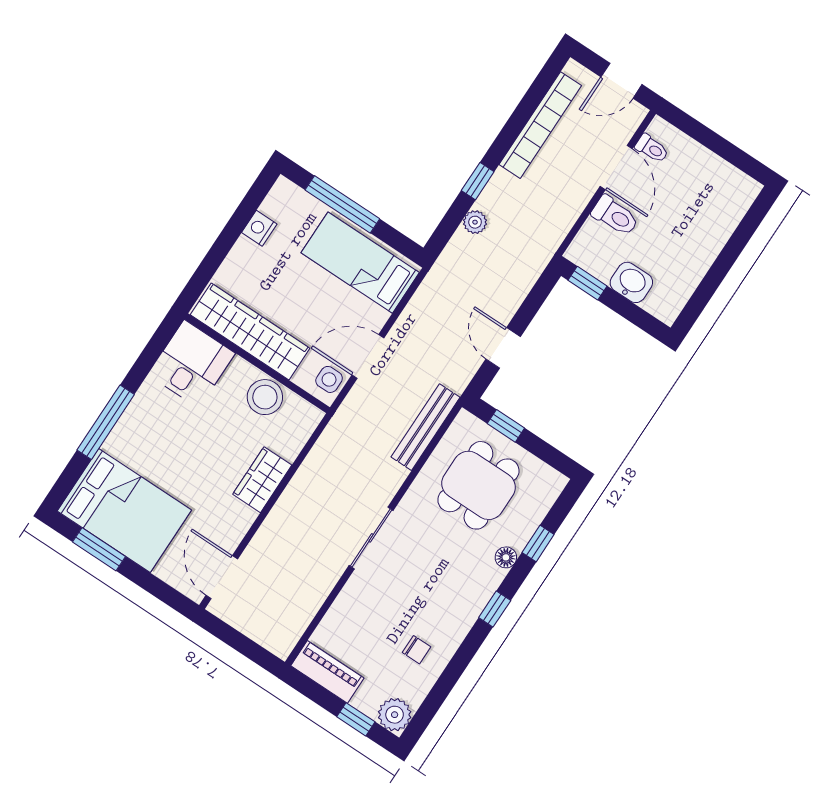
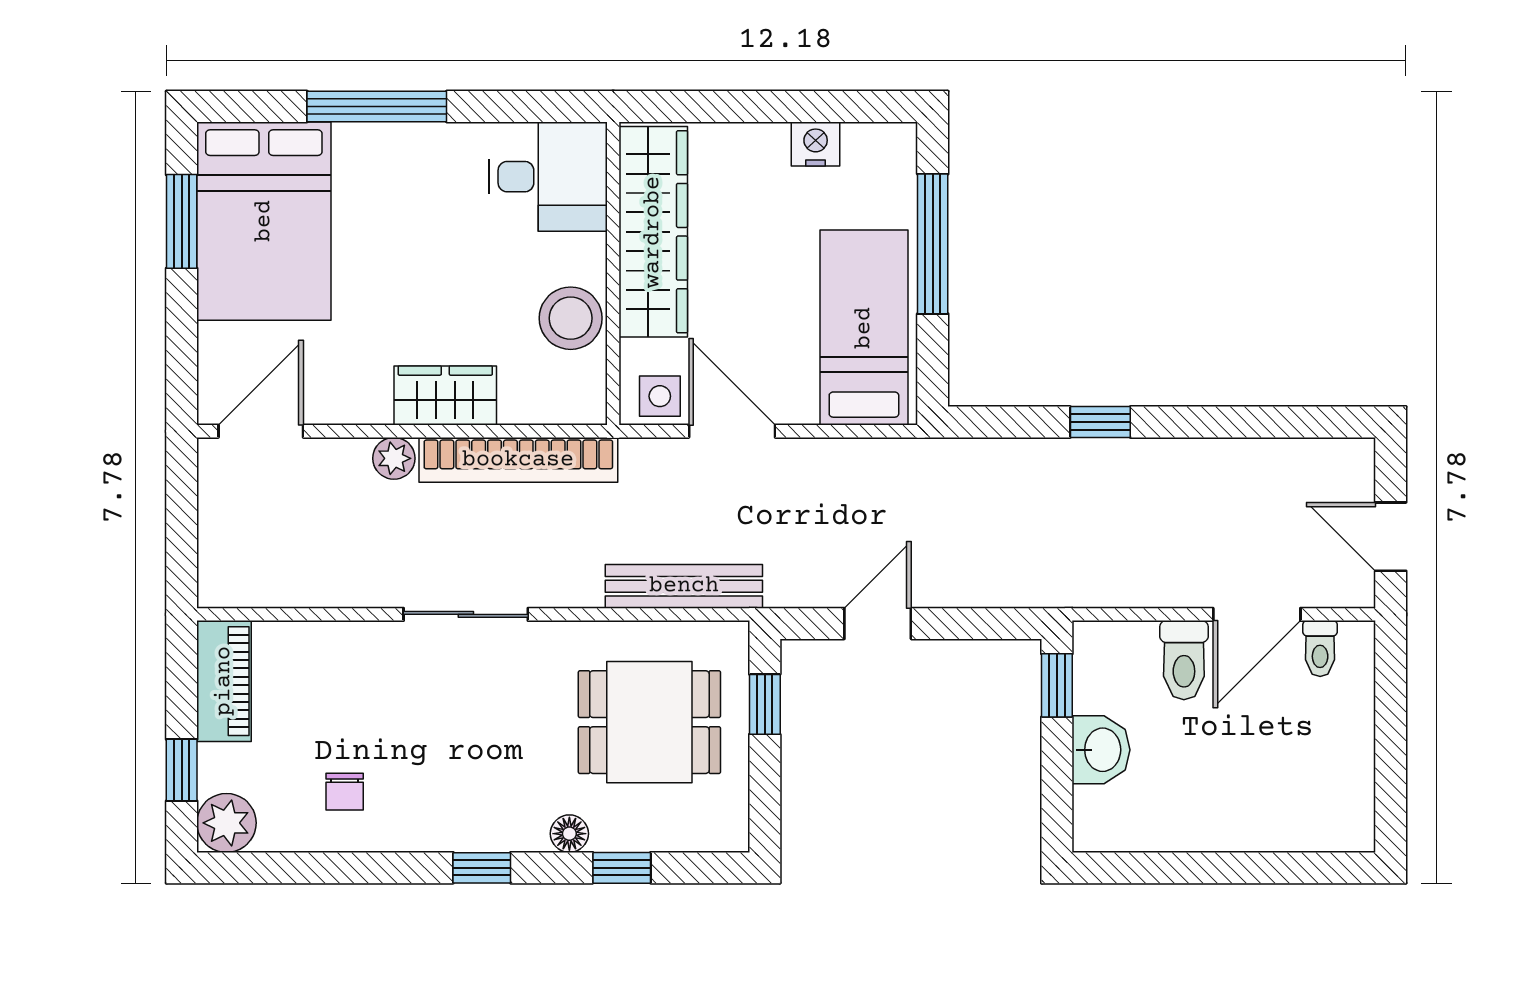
bookcase: (540, 125) -> (518, 460), moved
plant: (475, 222) -> (394, 458), moved

